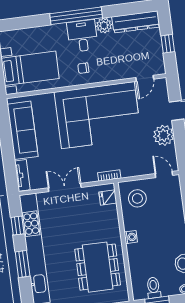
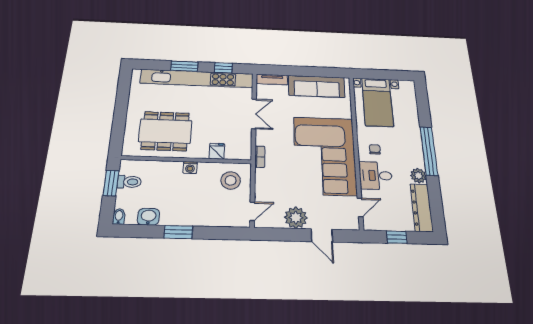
desk: (82, 36) -> (376, 176), moved, turned 180
door: (145, 78) -> (360, 207), swing flipped
fridge: (108, 198) -> (217, 151), moved

